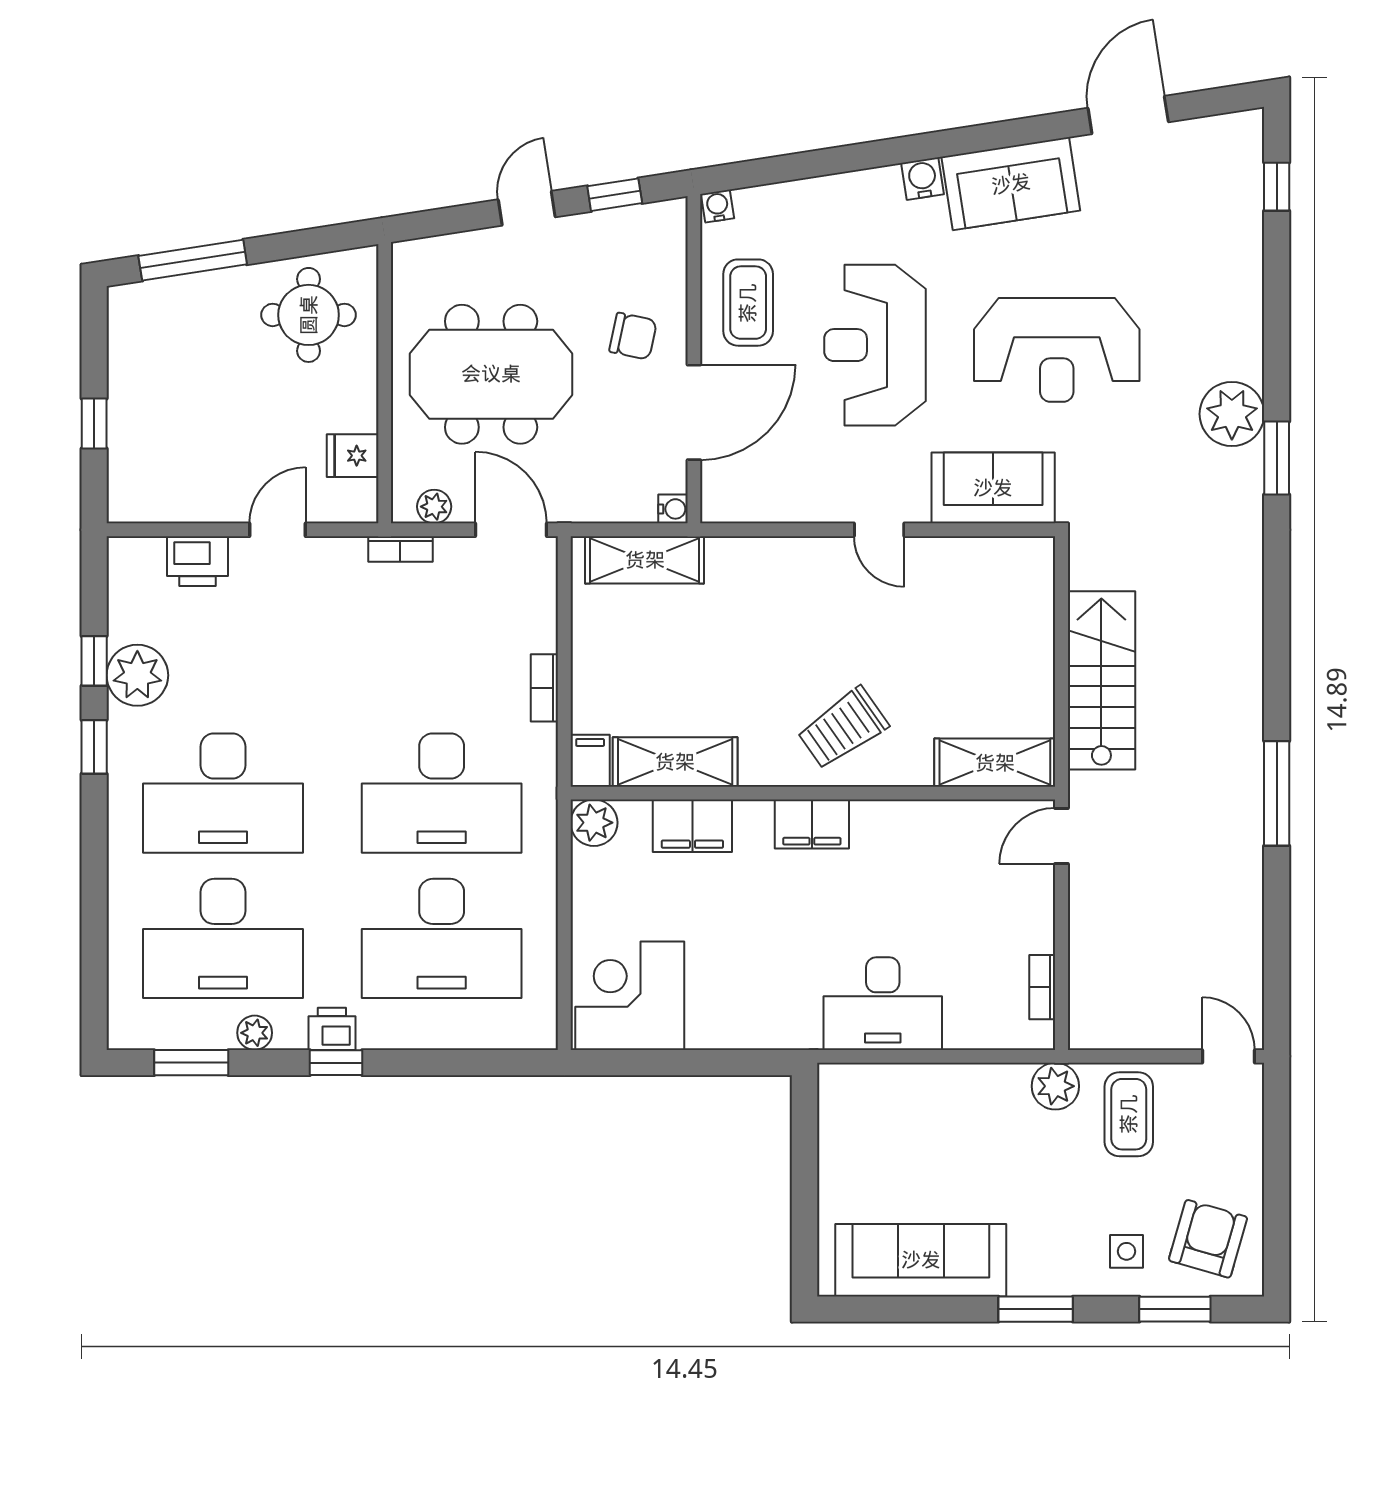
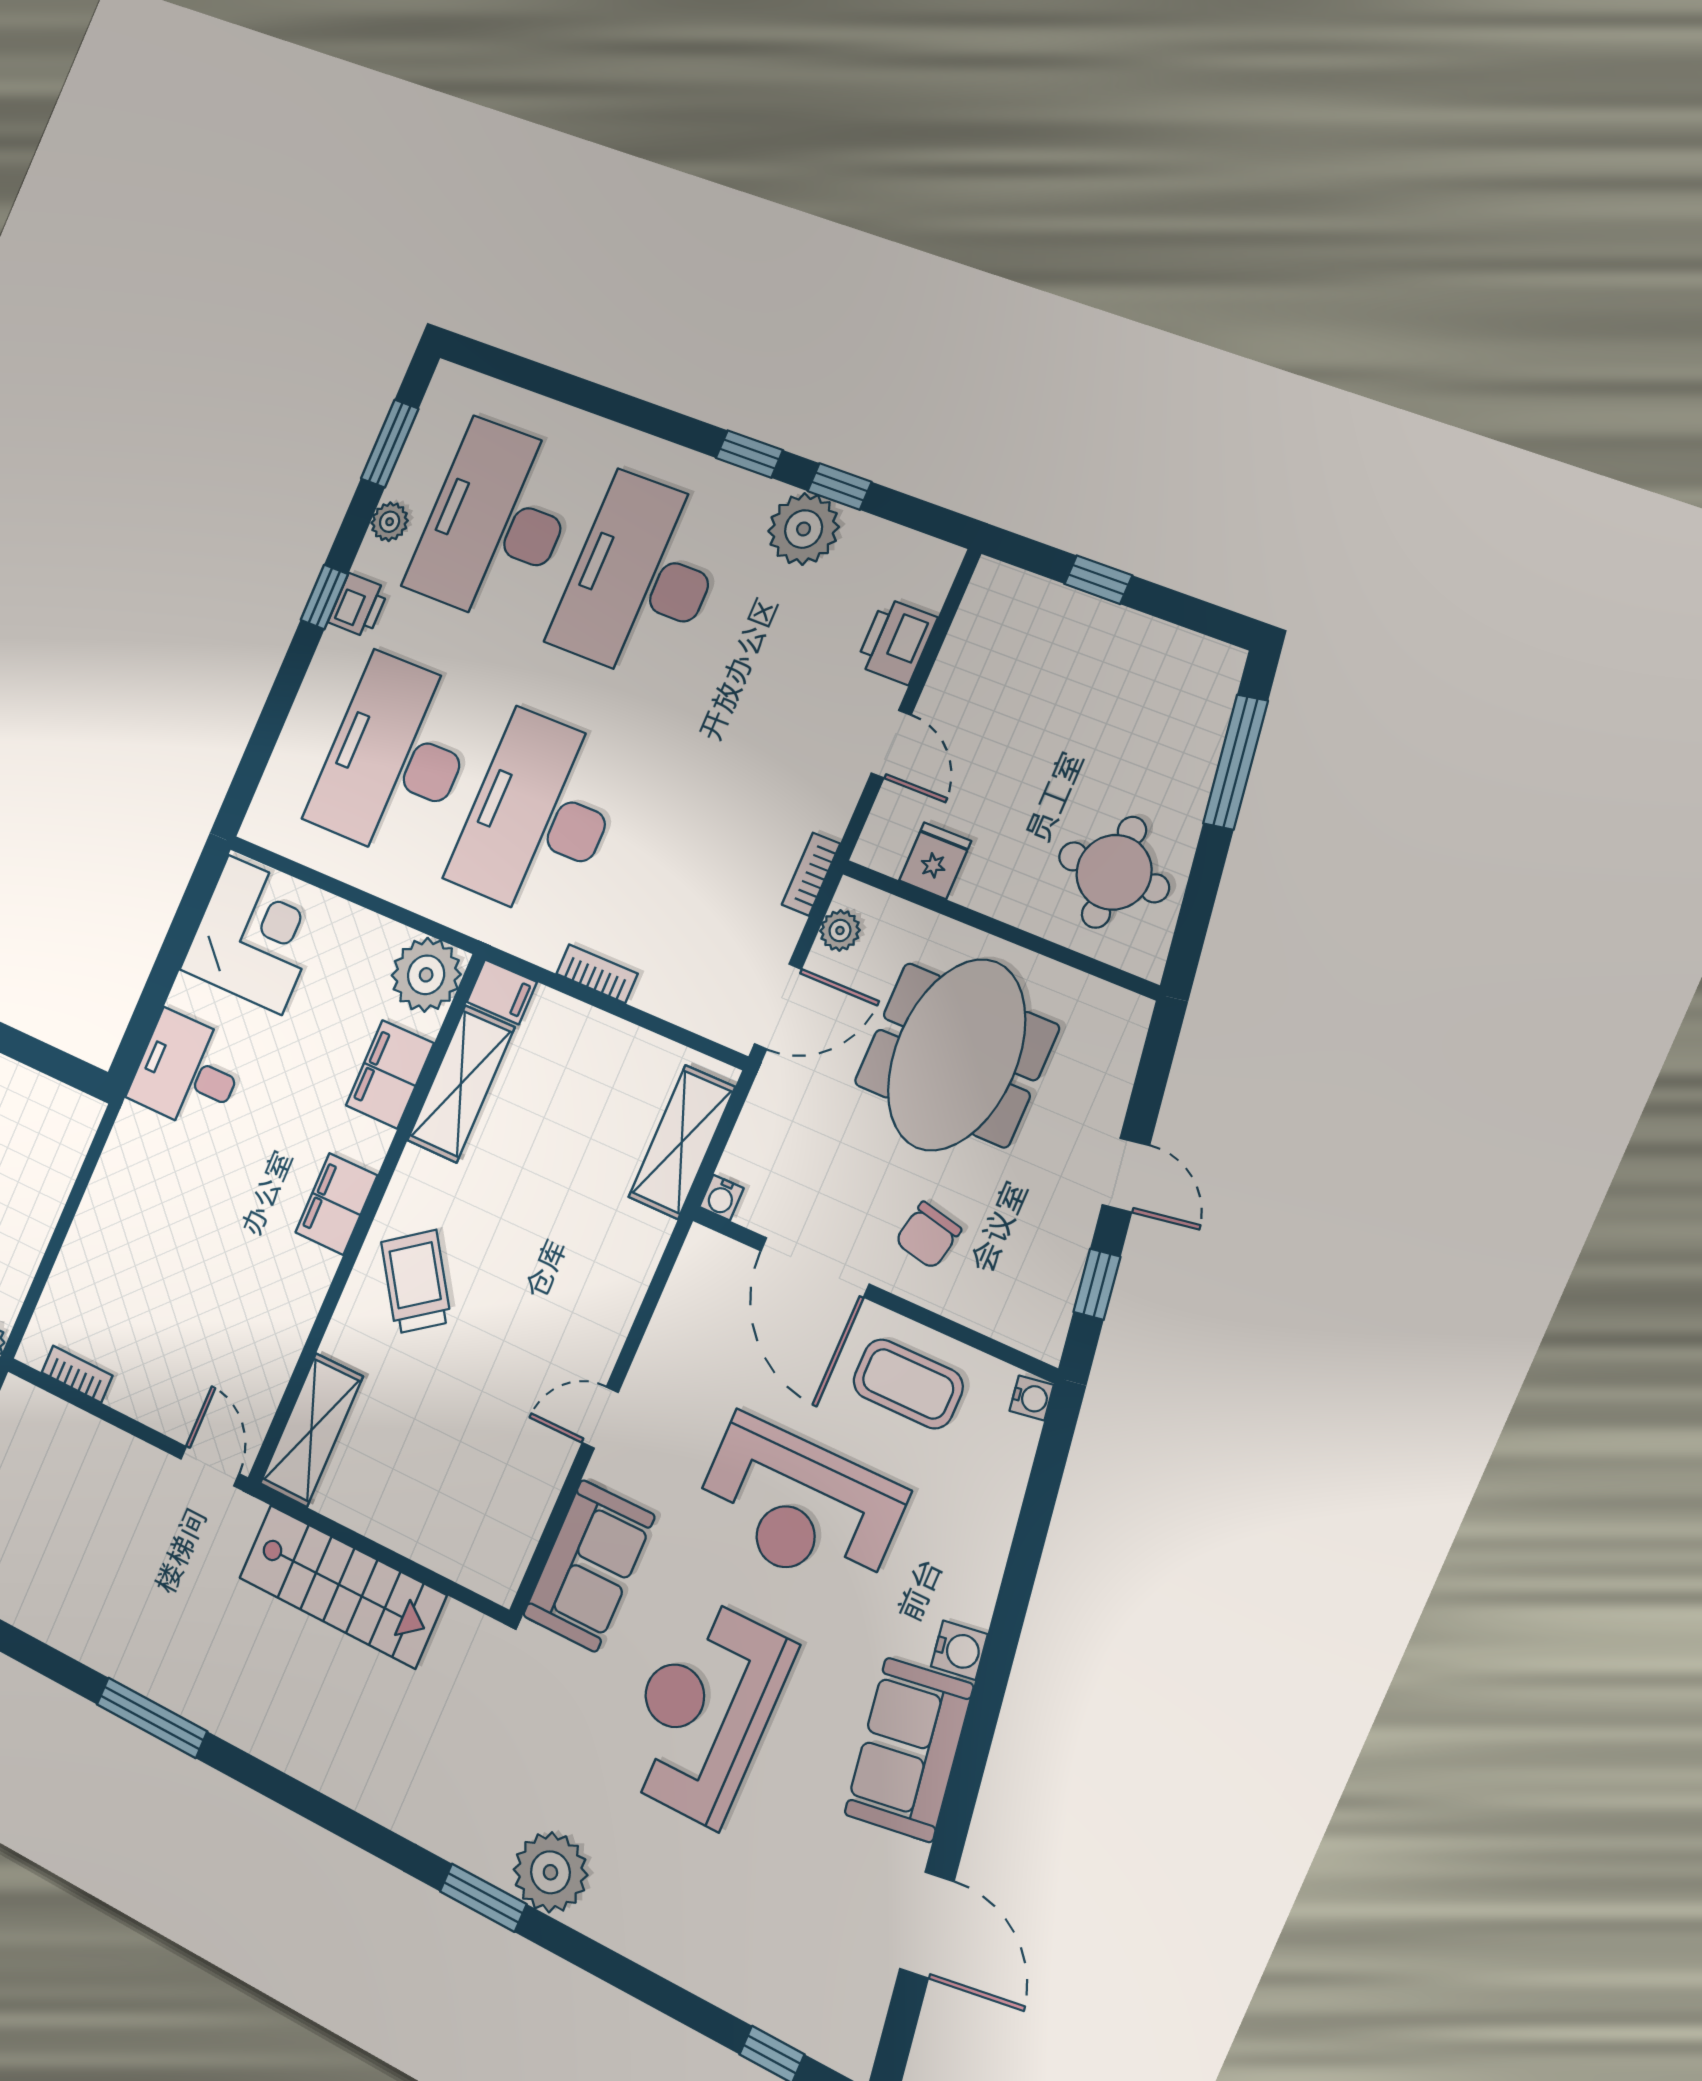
reception desk: (875, 345) -> (799, 1507), turned 180
plant: (594, 823) -> (426, 975), width x1.36, depth x1.36
desk: (883, 1004) -> (188, 1072), moved, width x0.73

